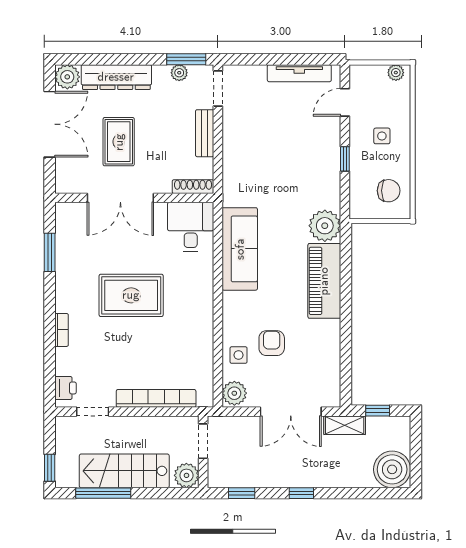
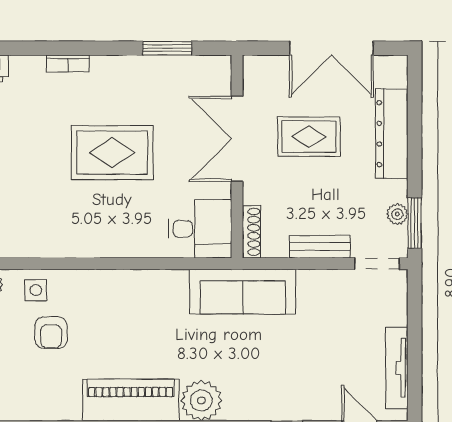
plant: (67, 77) -> (392, 71), removed
sofa: (240, 249) -> (243, 292), moved
rug: (131, 295) -> (112, 153), turned 90
armchair: (272, 343) -> (51, 333), turned 90

